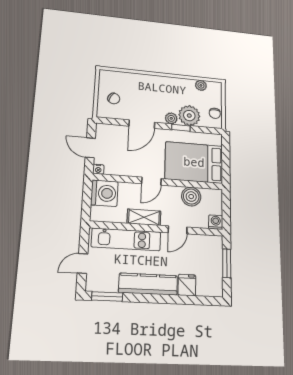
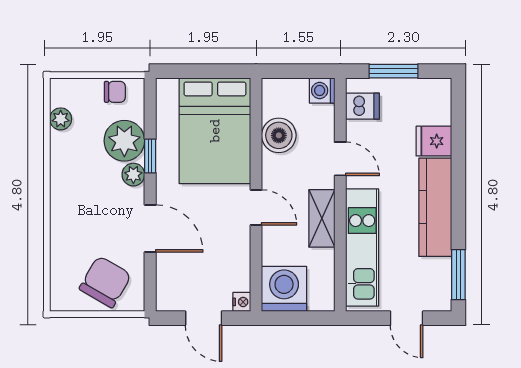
chair: (114, 99) -> (105, 282), width x1.87, depth x1.87
door: (90, 148) -> (204, 318), hinge flipped
dishwasher: (207, 244) -> (363, 106), added

